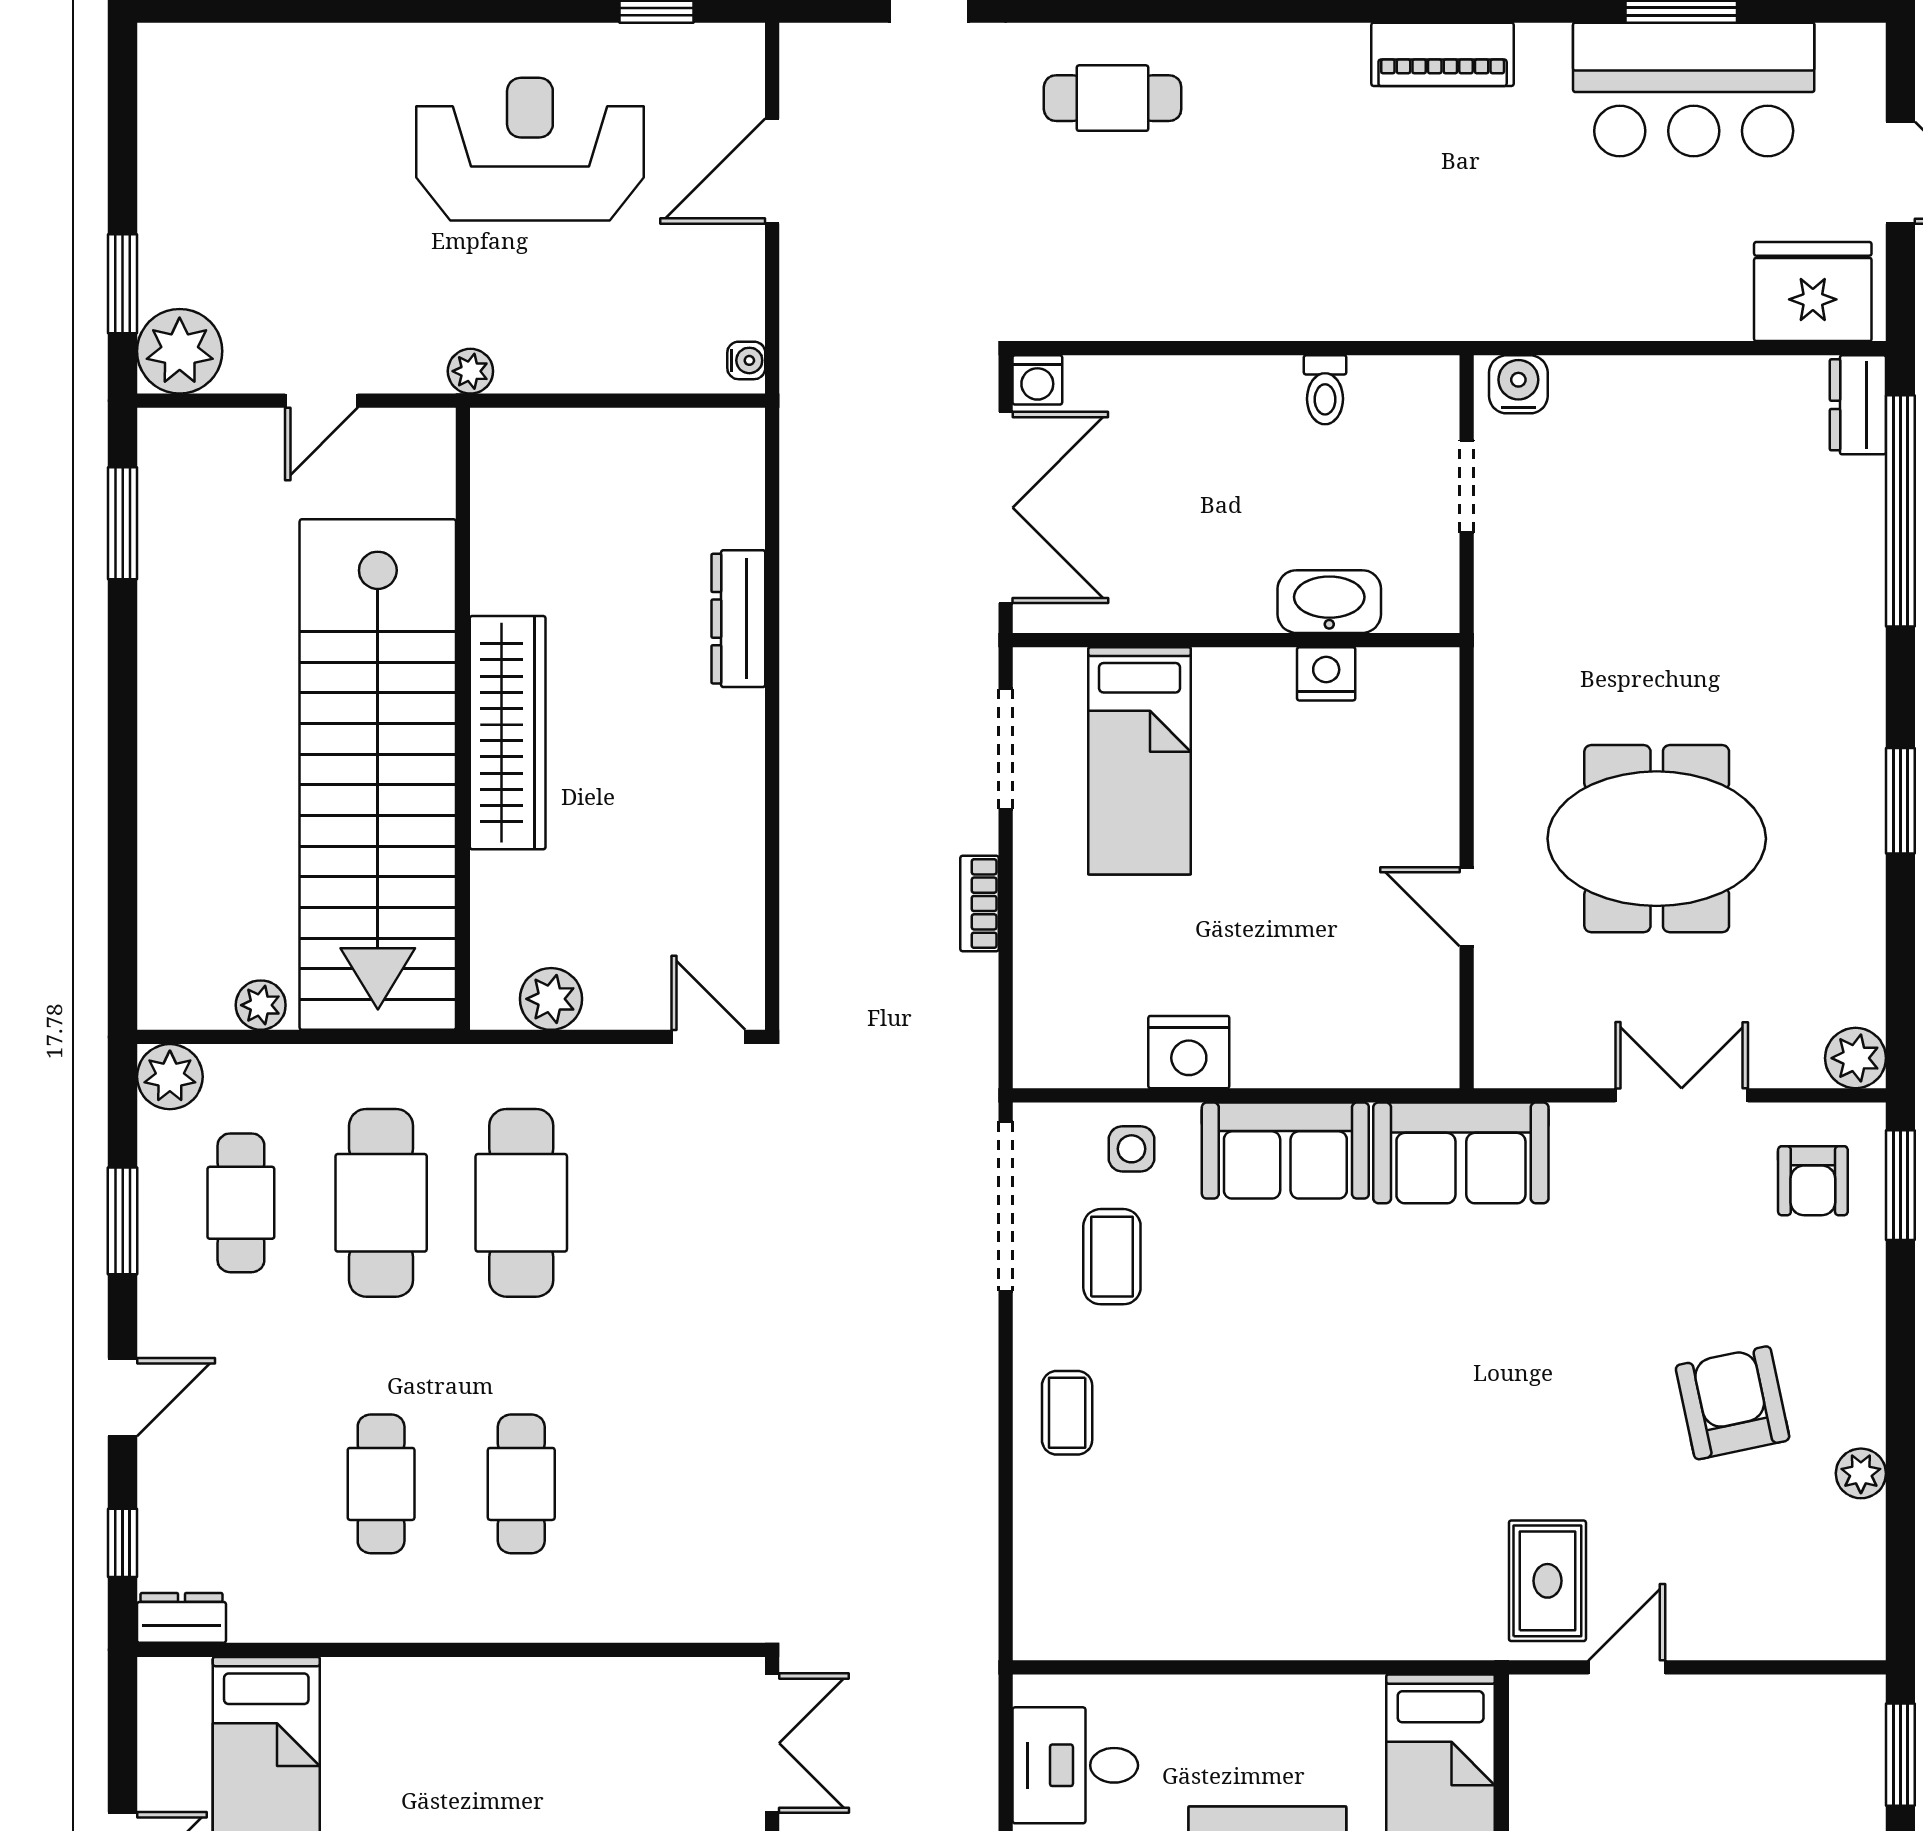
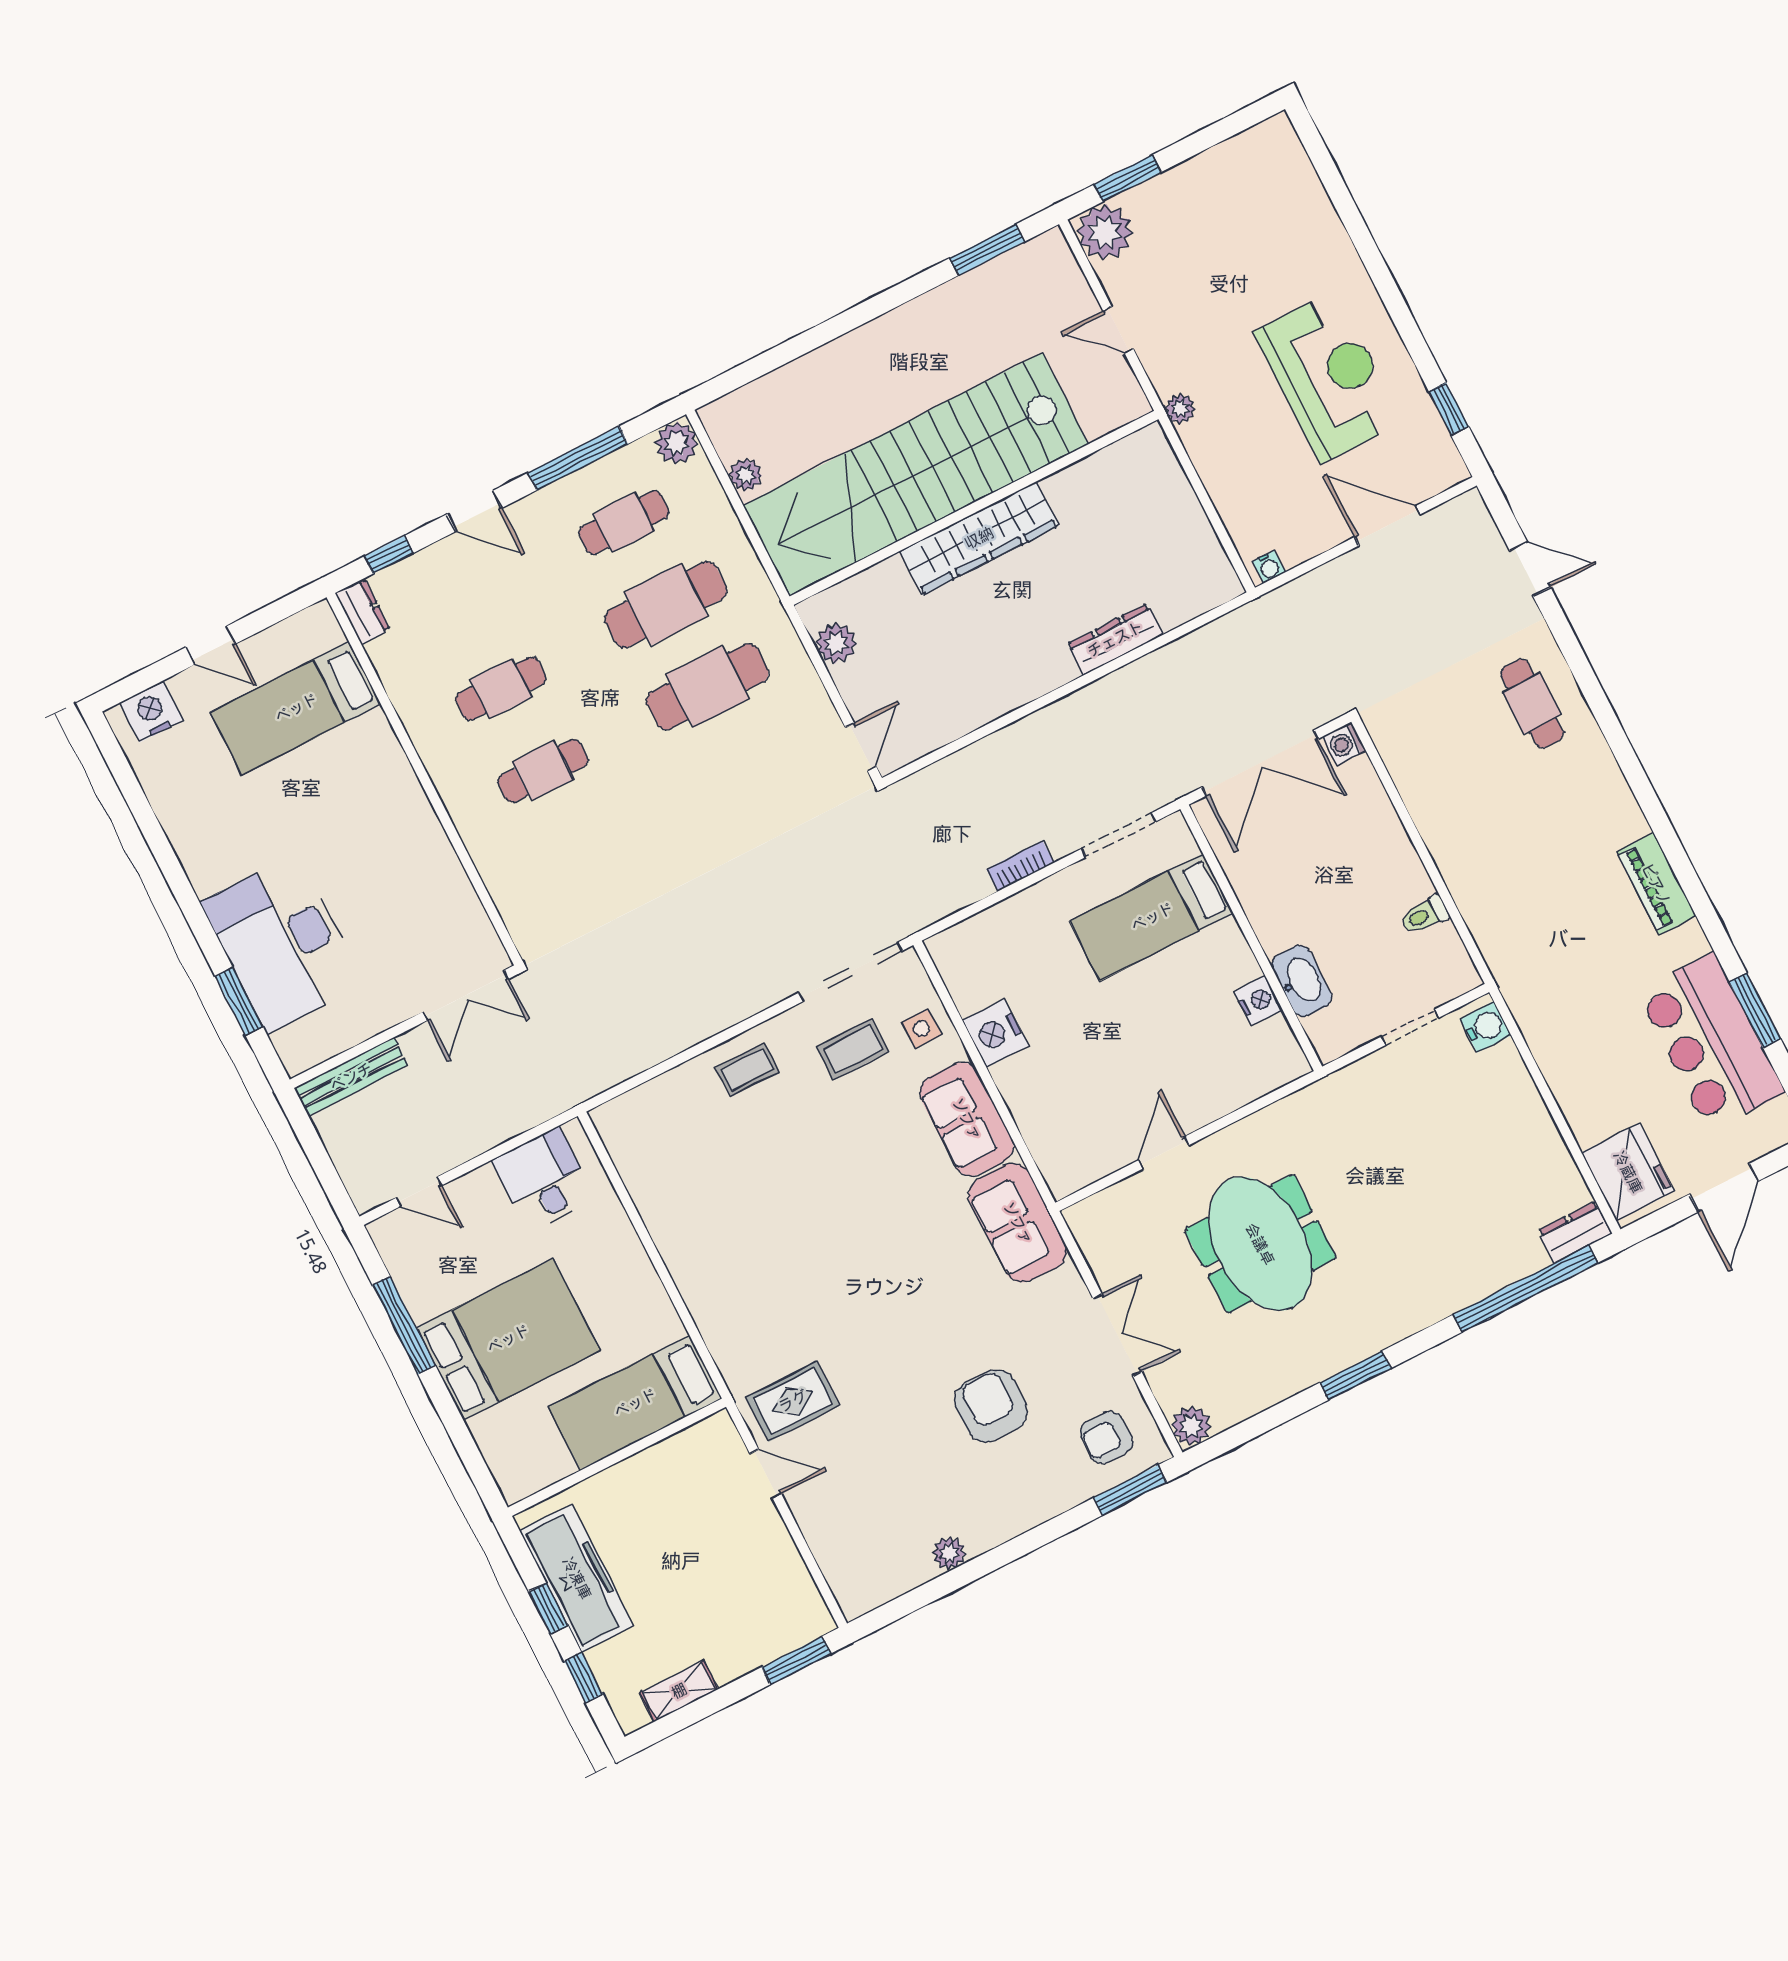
window: (123, 1221) -> (578, 458), width x1.44
armchair: (1733, 1403) -> (991, 1406), moved, turned -78

